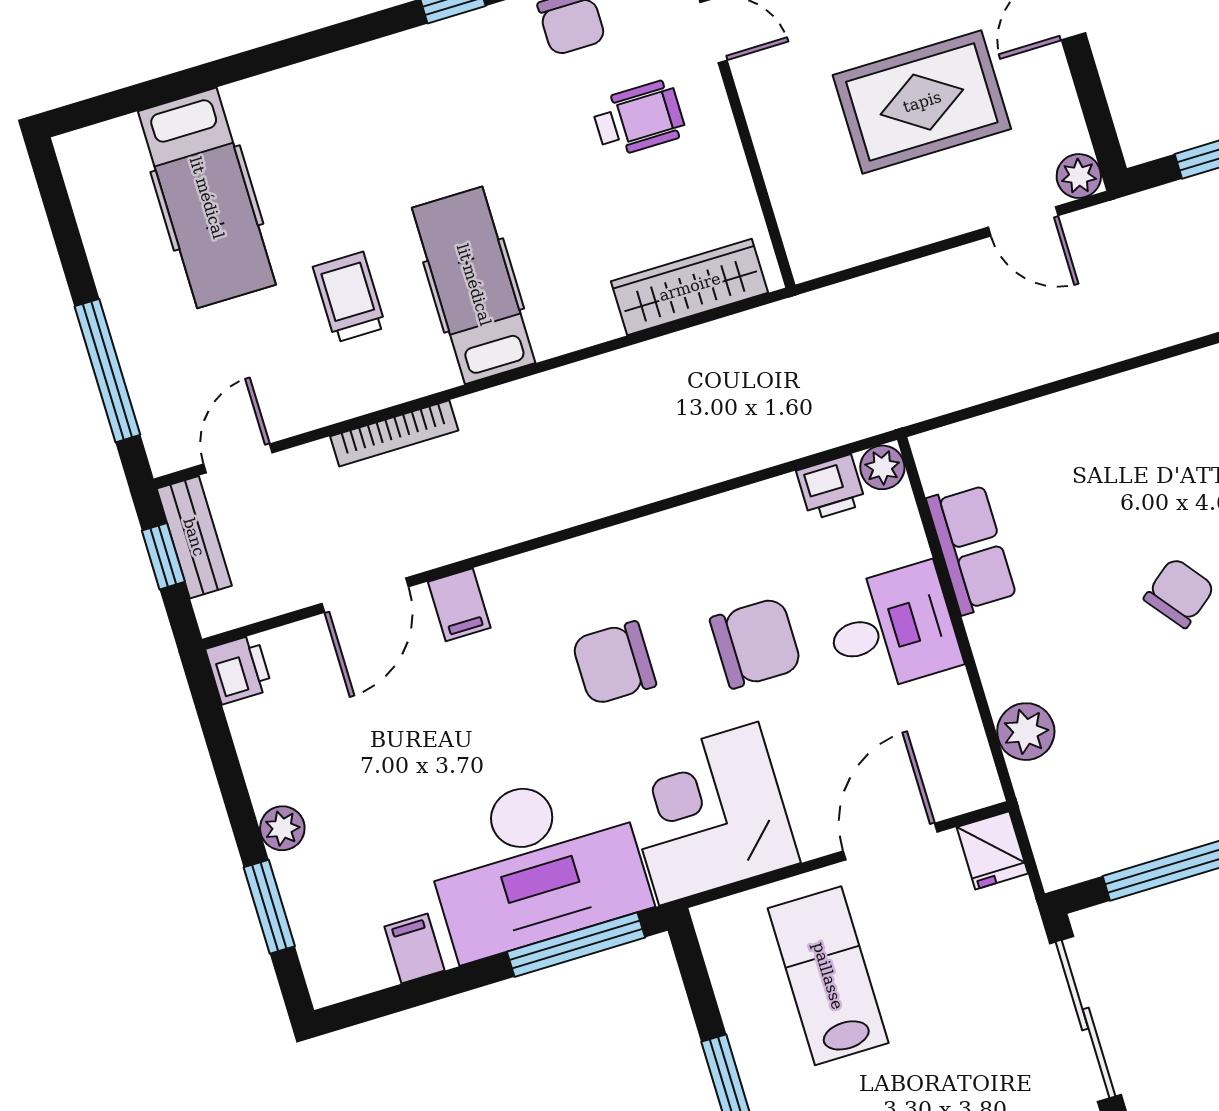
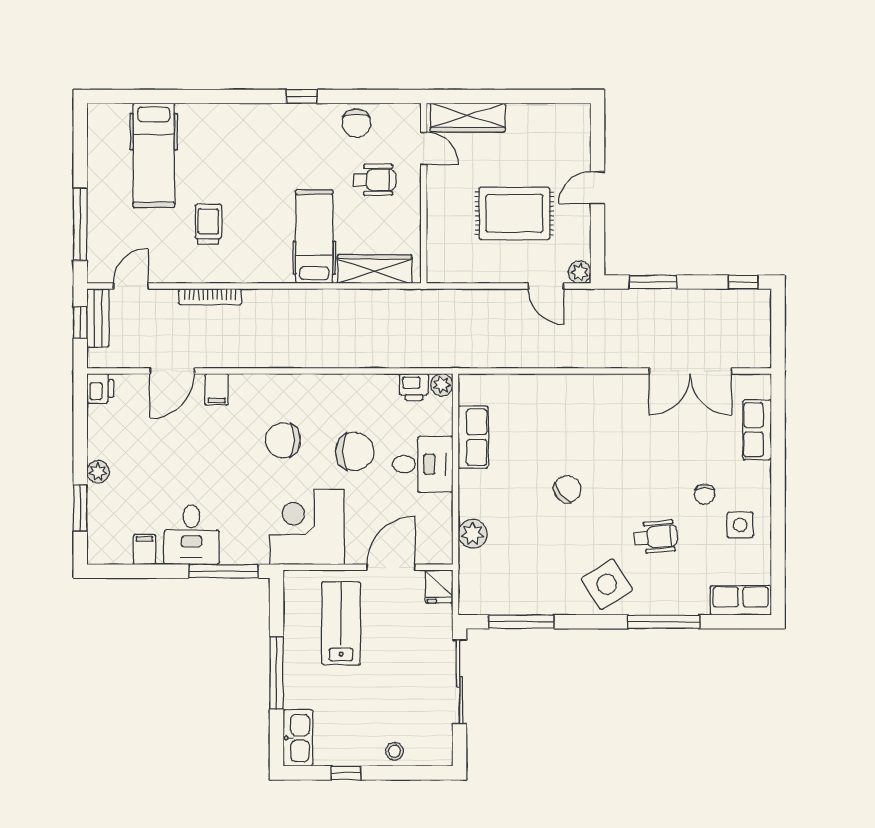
hospital bed: (474, 285) -> (314, 237), moved
desk: (535, 863) -> (191, 535), width x0.53, depth x0.77

